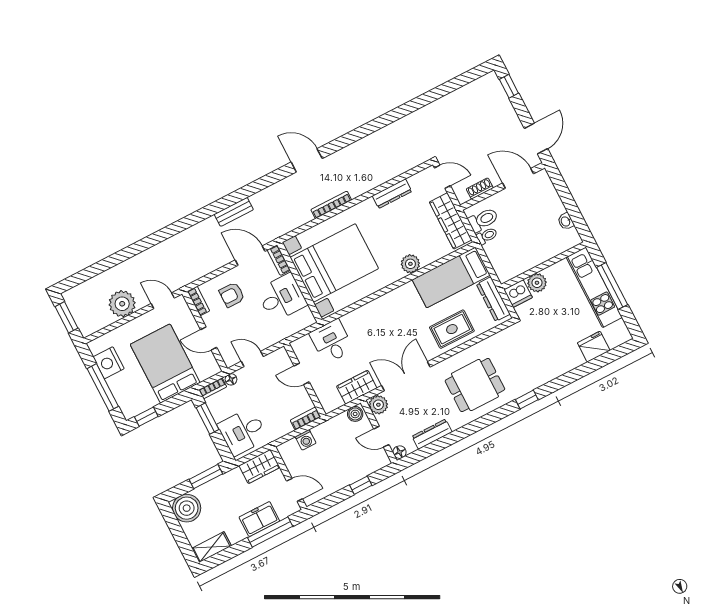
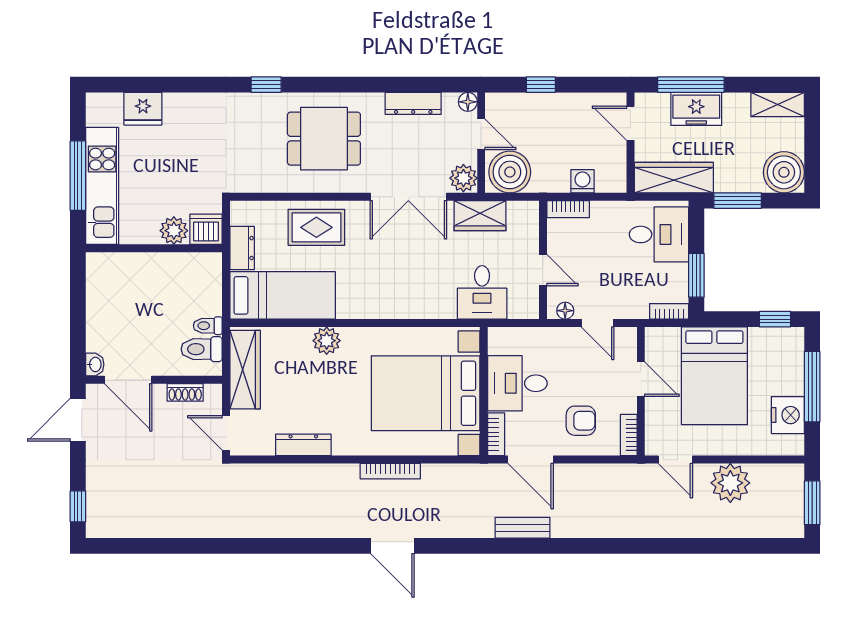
washbasin: (566, 221) -> (95, 364), moved
dresser: (493, 299) -> (242, 248), width x0.70
floor lamp: (231, 379) -> (565, 311), moved
boiler: (355, 414) -> (510, 172), width x1.86, depth x1.86
wardrobe: (259, 466) -> (674, 178), width x1.50

